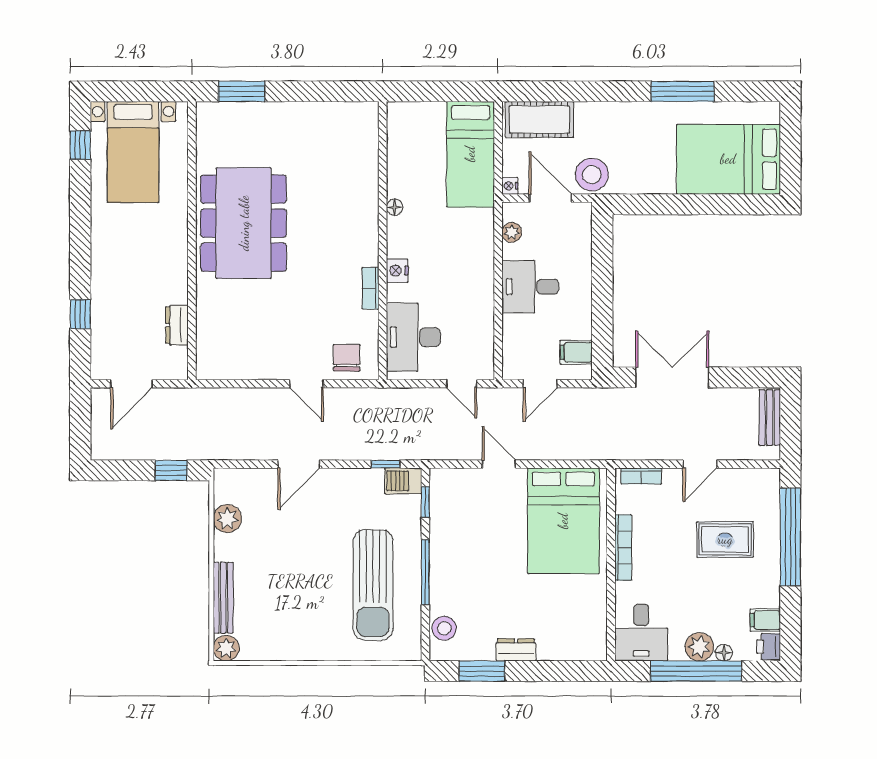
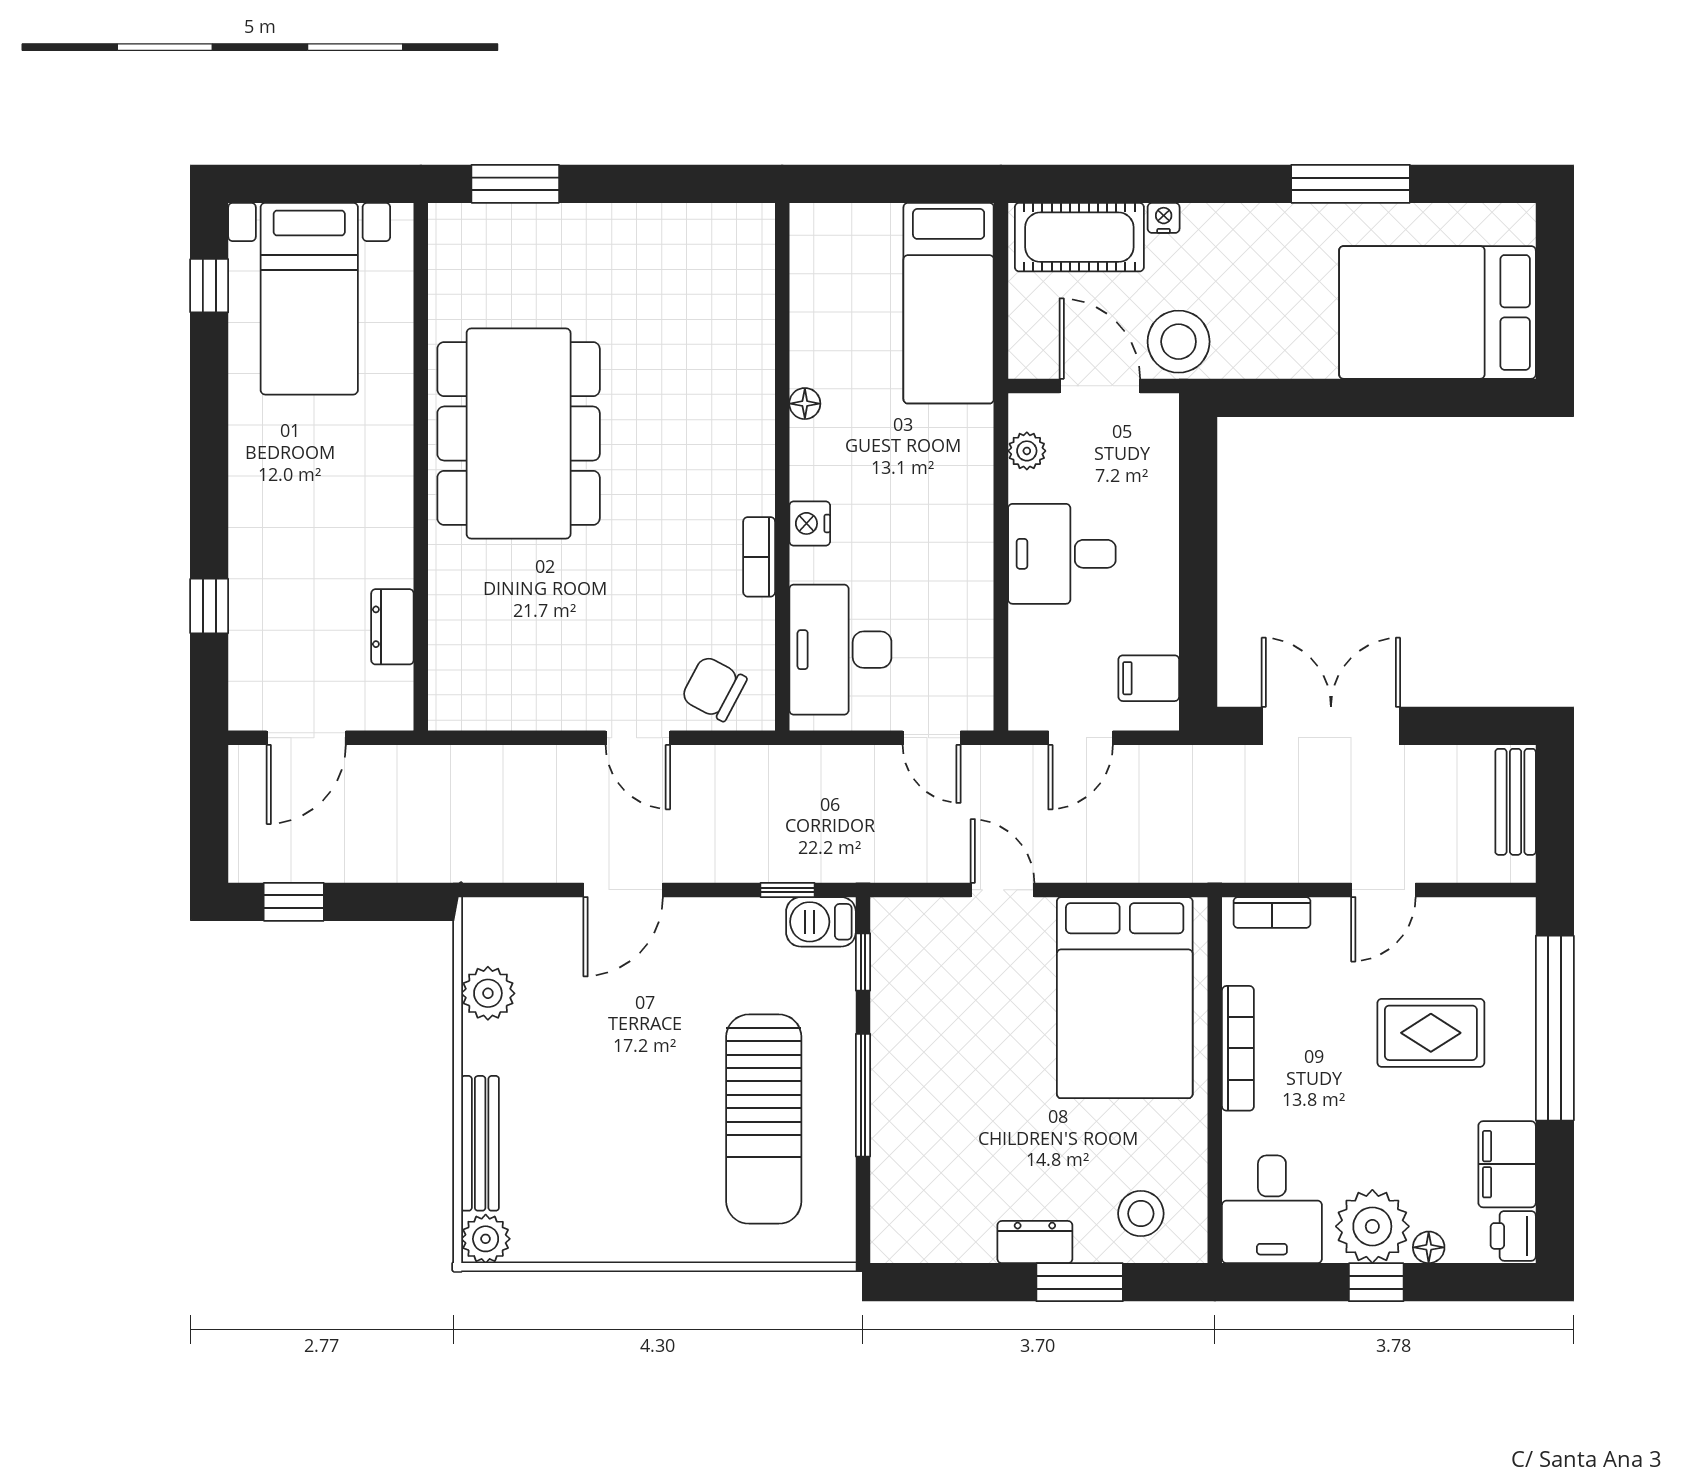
nightstand: (510, 186) -> (1164, 218), moved, turned 90
chair: (347, 358) -> (714, 689), turned -62
window: (171, 470) -> (294, 902), moved
filing cabinet: (765, 620) -> (1507, 1164), width x2.00
stool: (444, 628) -> (1141, 1214), moved
plant: (699, 647) -> (1372, 1226), width x1.36, depth x1.36
window: (482, 671) -> (1080, 1282), moved
window: (696, 671) -> (1376, 1282), width x0.32

